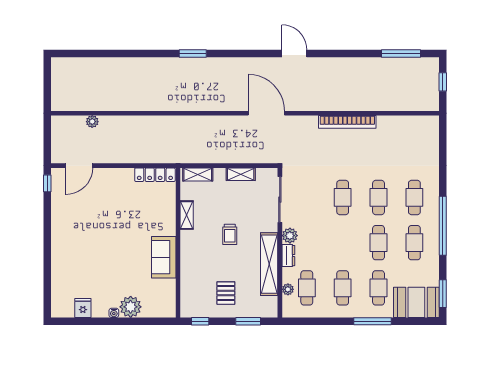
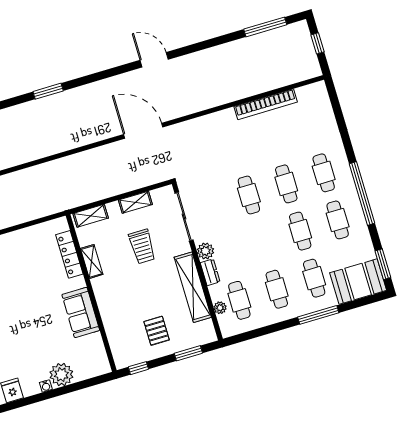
bookcase: (347, 122) -> (266, 104), moved
locker: (155, 175) -> (69, 254), moved, turned 90
trolley: (230, 234) -> (142, 246), moved, width x1.36, depth x1.39

